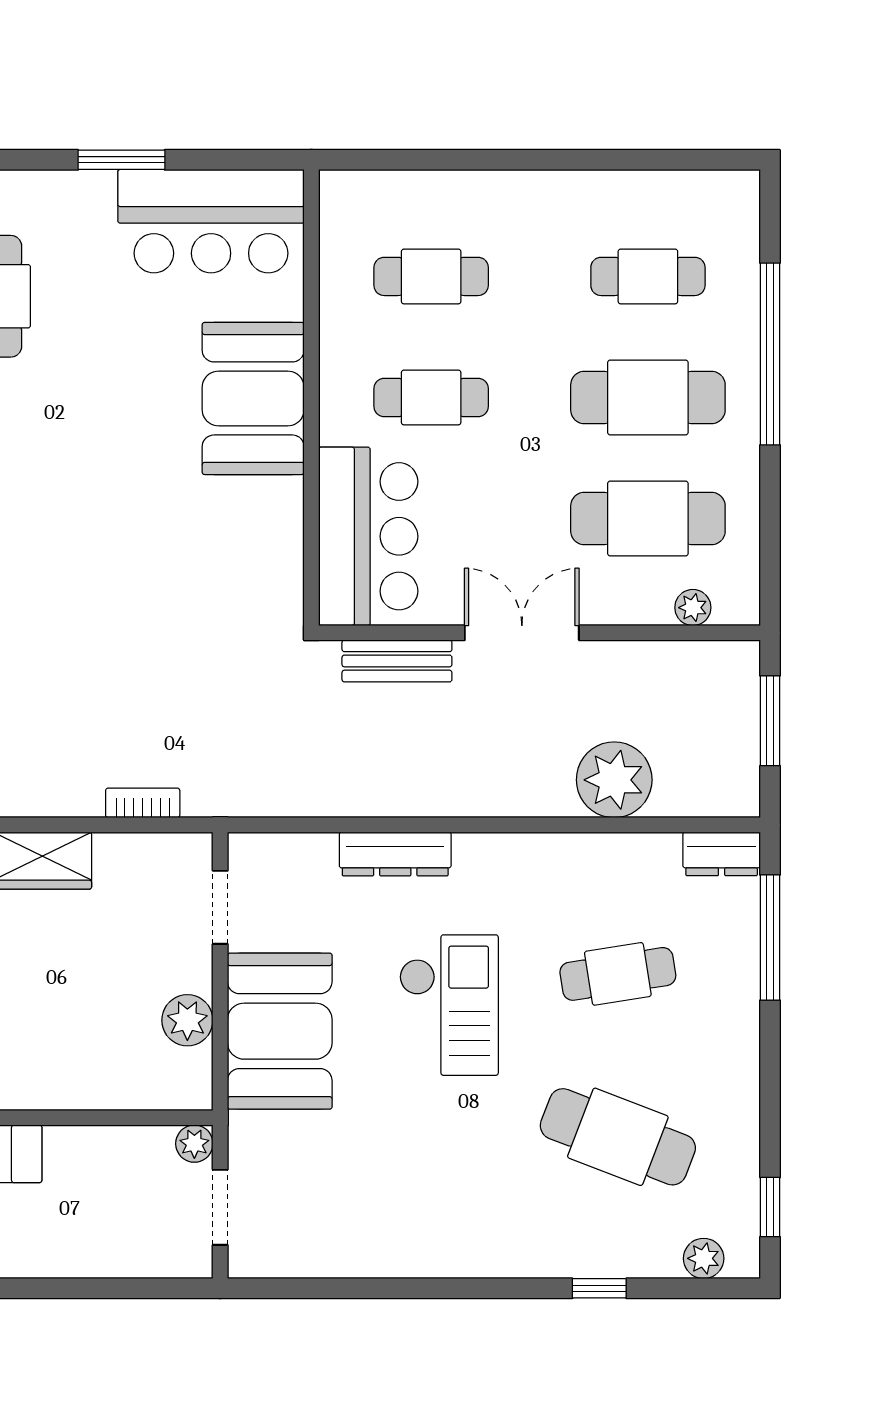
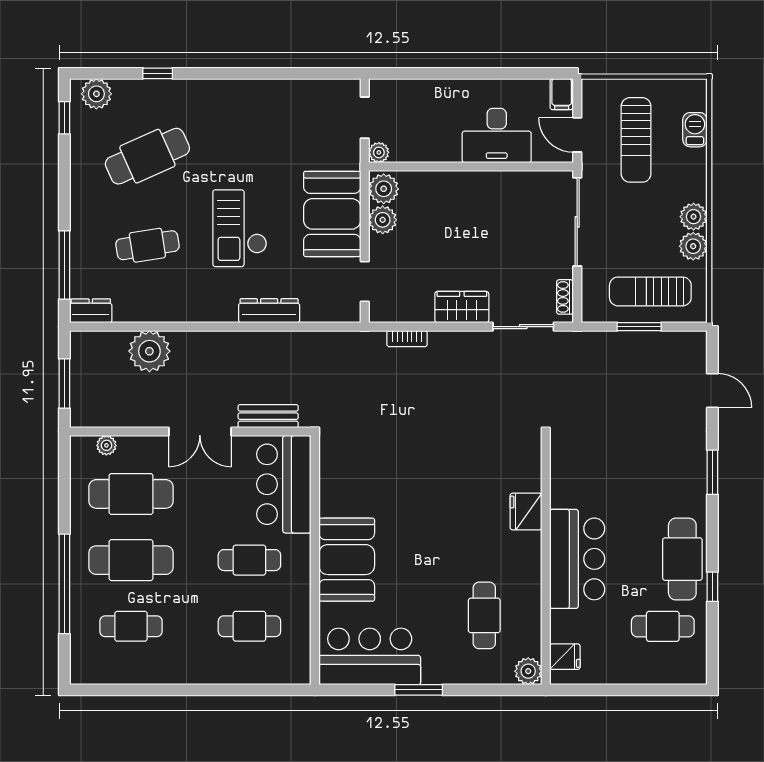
plant: (186, 1077) -> (384, 189), added
cafe table: (618, 1137) -> (147, 156), turned -45
plant: (704, 1258) -> (96, 94), width x1.38, depth x1.38

